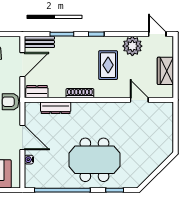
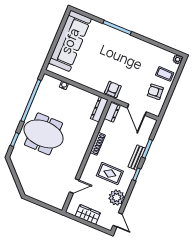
door: (157, 34) -> (118, 220), hinge flipped
bench: (39, 42) -> (137, 158), moved
dresser: (56, 108) -> (99, 109), moved
door: (22, 137) -> (82, 87), removed
meeting table: (94, 160) -> (44, 134), turned 90

